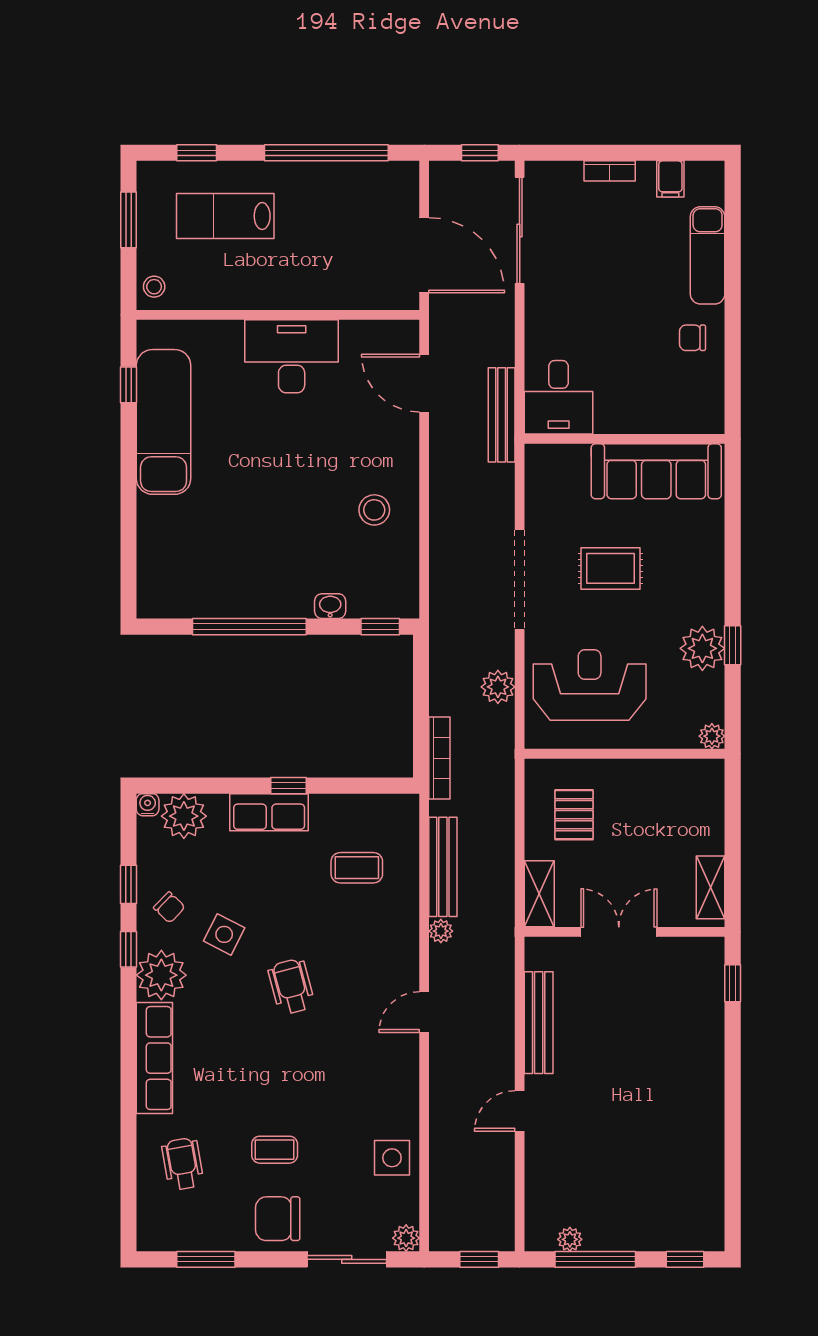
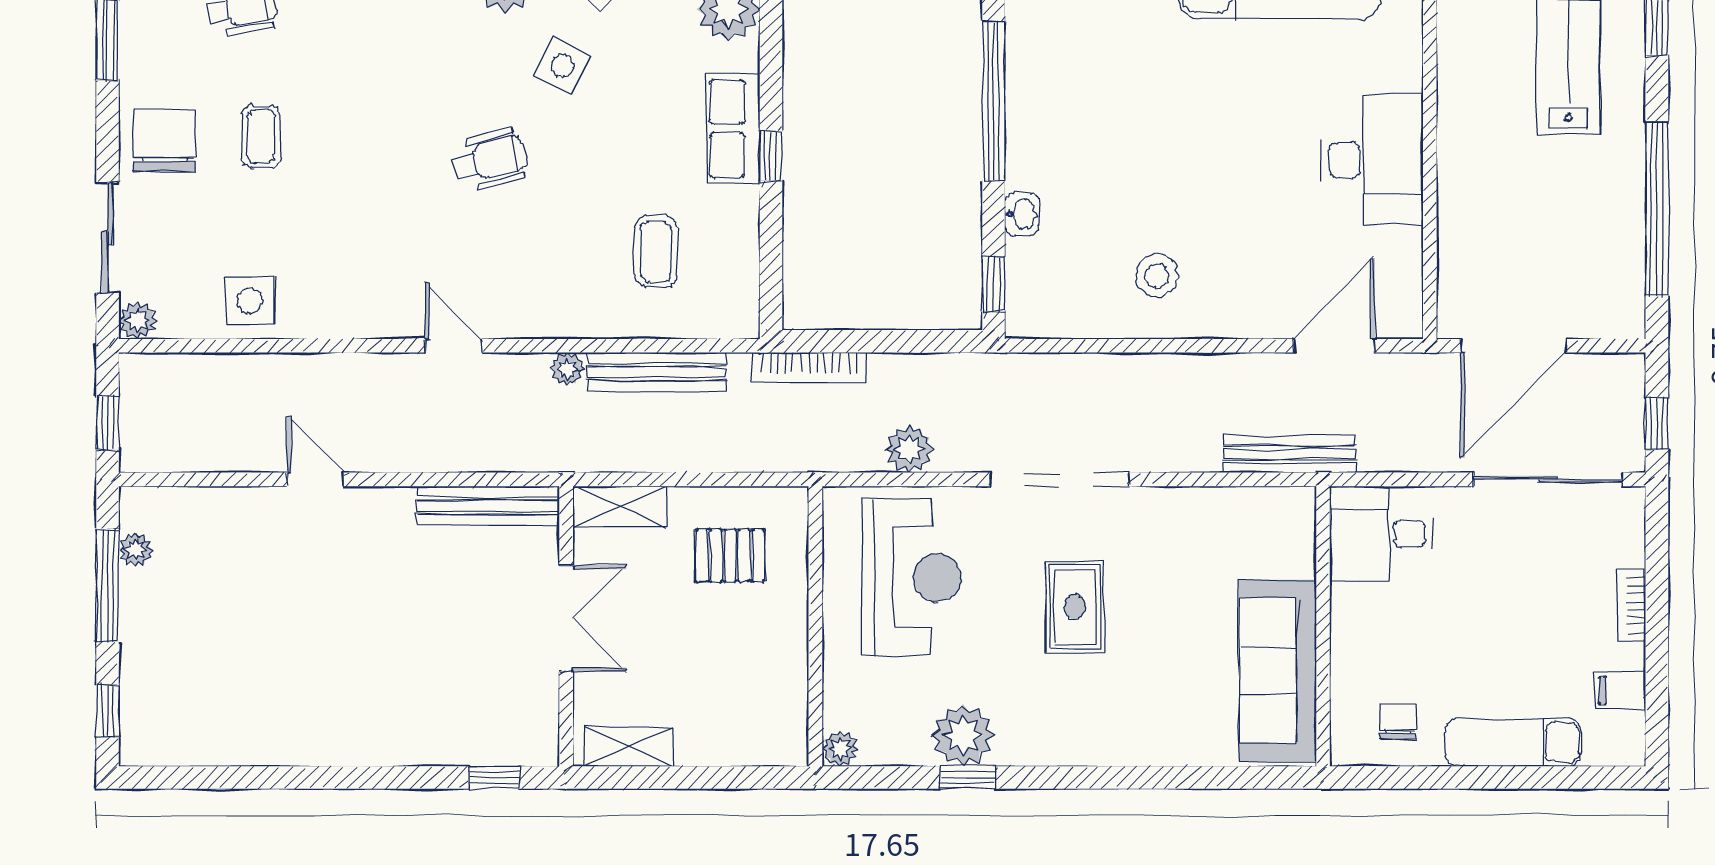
desk: (559, 397) -> (1381, 534), moved
wall: (624, 439) -> (1323, 626), moved
sofa: (656, 471) -> (1278, 671), moved
bench: (539, 1023) -> (488, 506), moved

